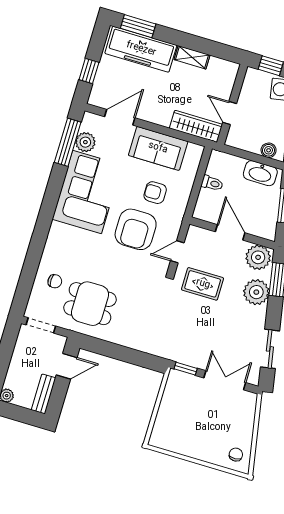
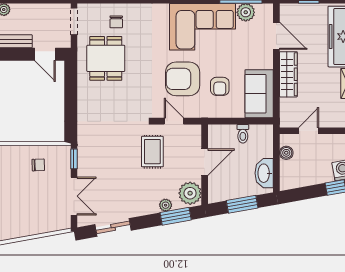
wardrobe: (196, 126) -> (288, 74), moved
sofa: (158, 148) -> (259, 94), moved
boiler: (269, 150) -> (286, 153), moved
armchair: (155, 193) -> (220, 86), turned 180
plant: (256, 292) -> (166, 205), width x0.53, depth x0.53
chair: (236, 455) -> (38, 165), moved

